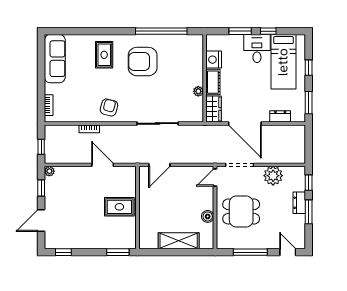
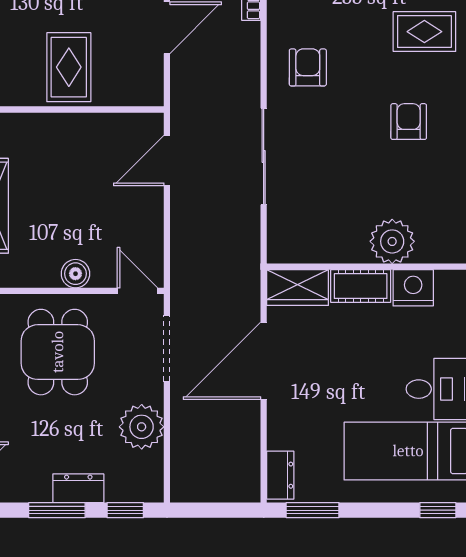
armchair: (143, 62) -> (409, 122), width x0.53, depth x0.53
window: (309, 68) -> (438, 510), moved
plant: (198, 91) -> (392, 241), moved, width x1.88, depth x1.88
armchair: (109, 107) -> (308, 67), moved, turned -105
dresser: (280, 116) -> (280, 475), moved
door: (159, 165) -> (167, 161), hinge flipped
boiler: (208, 216) -> (75, 274), moved

